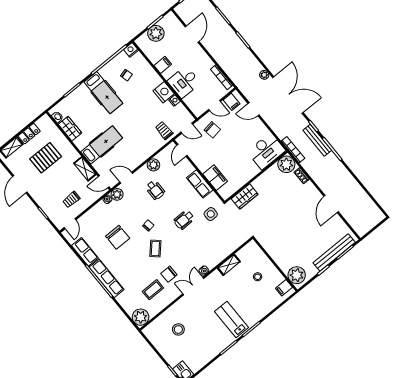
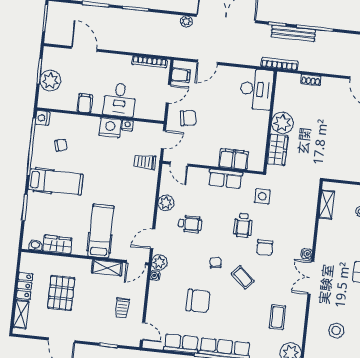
plant: (286, 164) -> (282, 123), moved
shelving: (229, 265) -> (327, 205), moved
chair: (169, 274) -> (265, 248), moved

